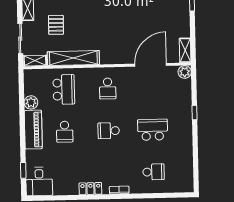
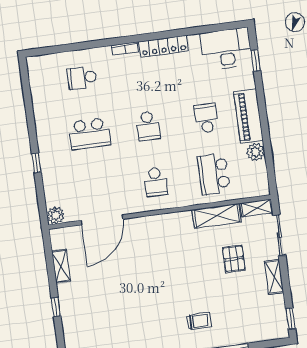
shelving: (185, 50) -> (61, 266), moved
shelving: (73, 58) -> (217, 216), width x0.68
school desk: (108, 88) -> (156, 182), turned 180
school desk: (109, 131) -> (148, 126), turned 90
desk: (39, 182) -> (226, 49), width x1.37
locker: (90, 189) -> (164, 46), width x1.53

